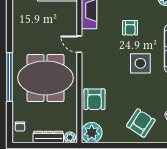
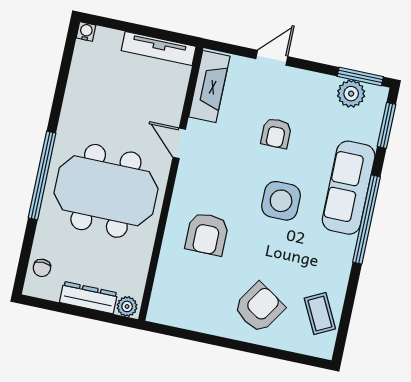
armchair: (94, 99) -> (207, 234), moved
plant: (92, 133) -> (168, 306), removed

